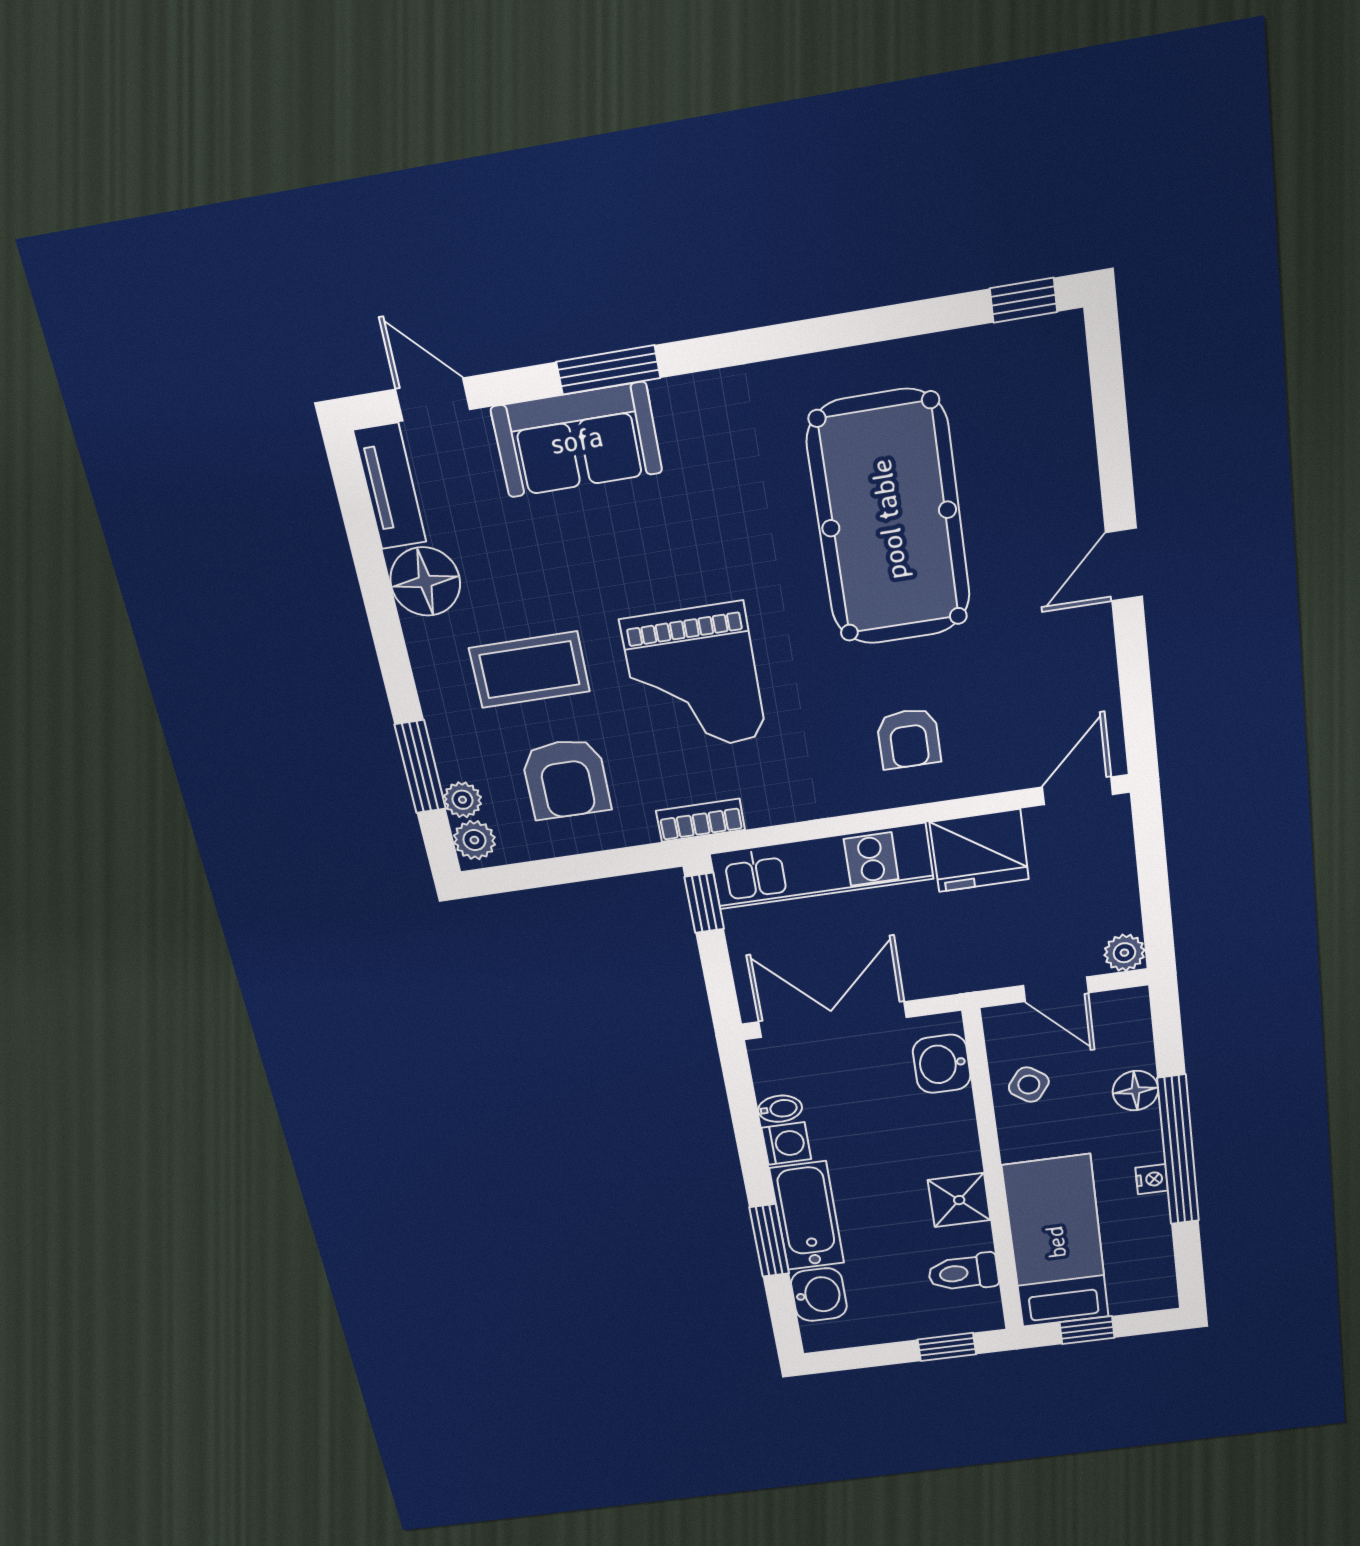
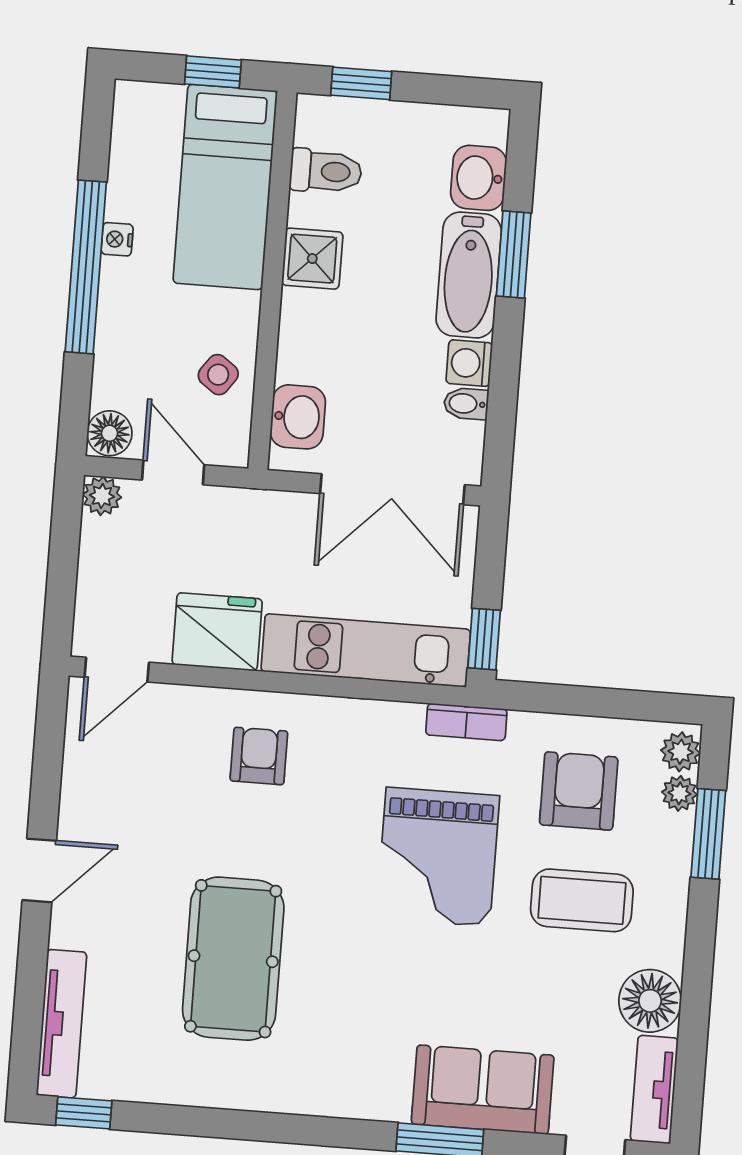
tv unit: (1068, 399) -> (62, 1024), added
pool table: (889, 519) -> (233, 959), width x0.73, depth x0.76
grand piano: (694, 679) -> (438, 857), turned 180
floor lamp: (1135, 1091) -> (110, 433), moved

